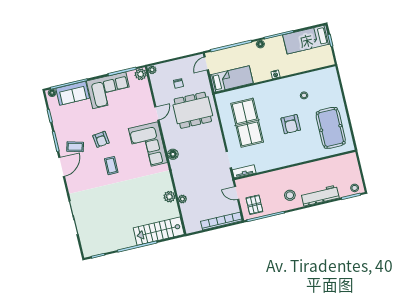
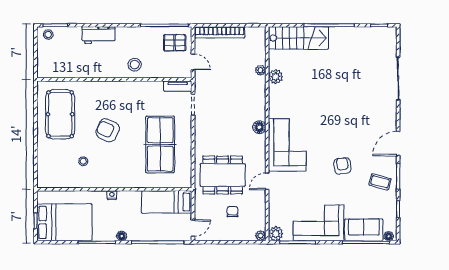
bed: (306, 40) -> (64, 222), width x1.50
armchair: (291, 124) -> (108, 130), turned -65
coffee table: (75, 147) -> (380, 182), moved
coffee table: (111, 166) -> (337, 131), removed
stool: (290, 195) -> (135, 65), moved
workbench: (320, 196) -> (98, 35), width x0.73
pallet: (254, 205) -> (175, 43), turned 90

